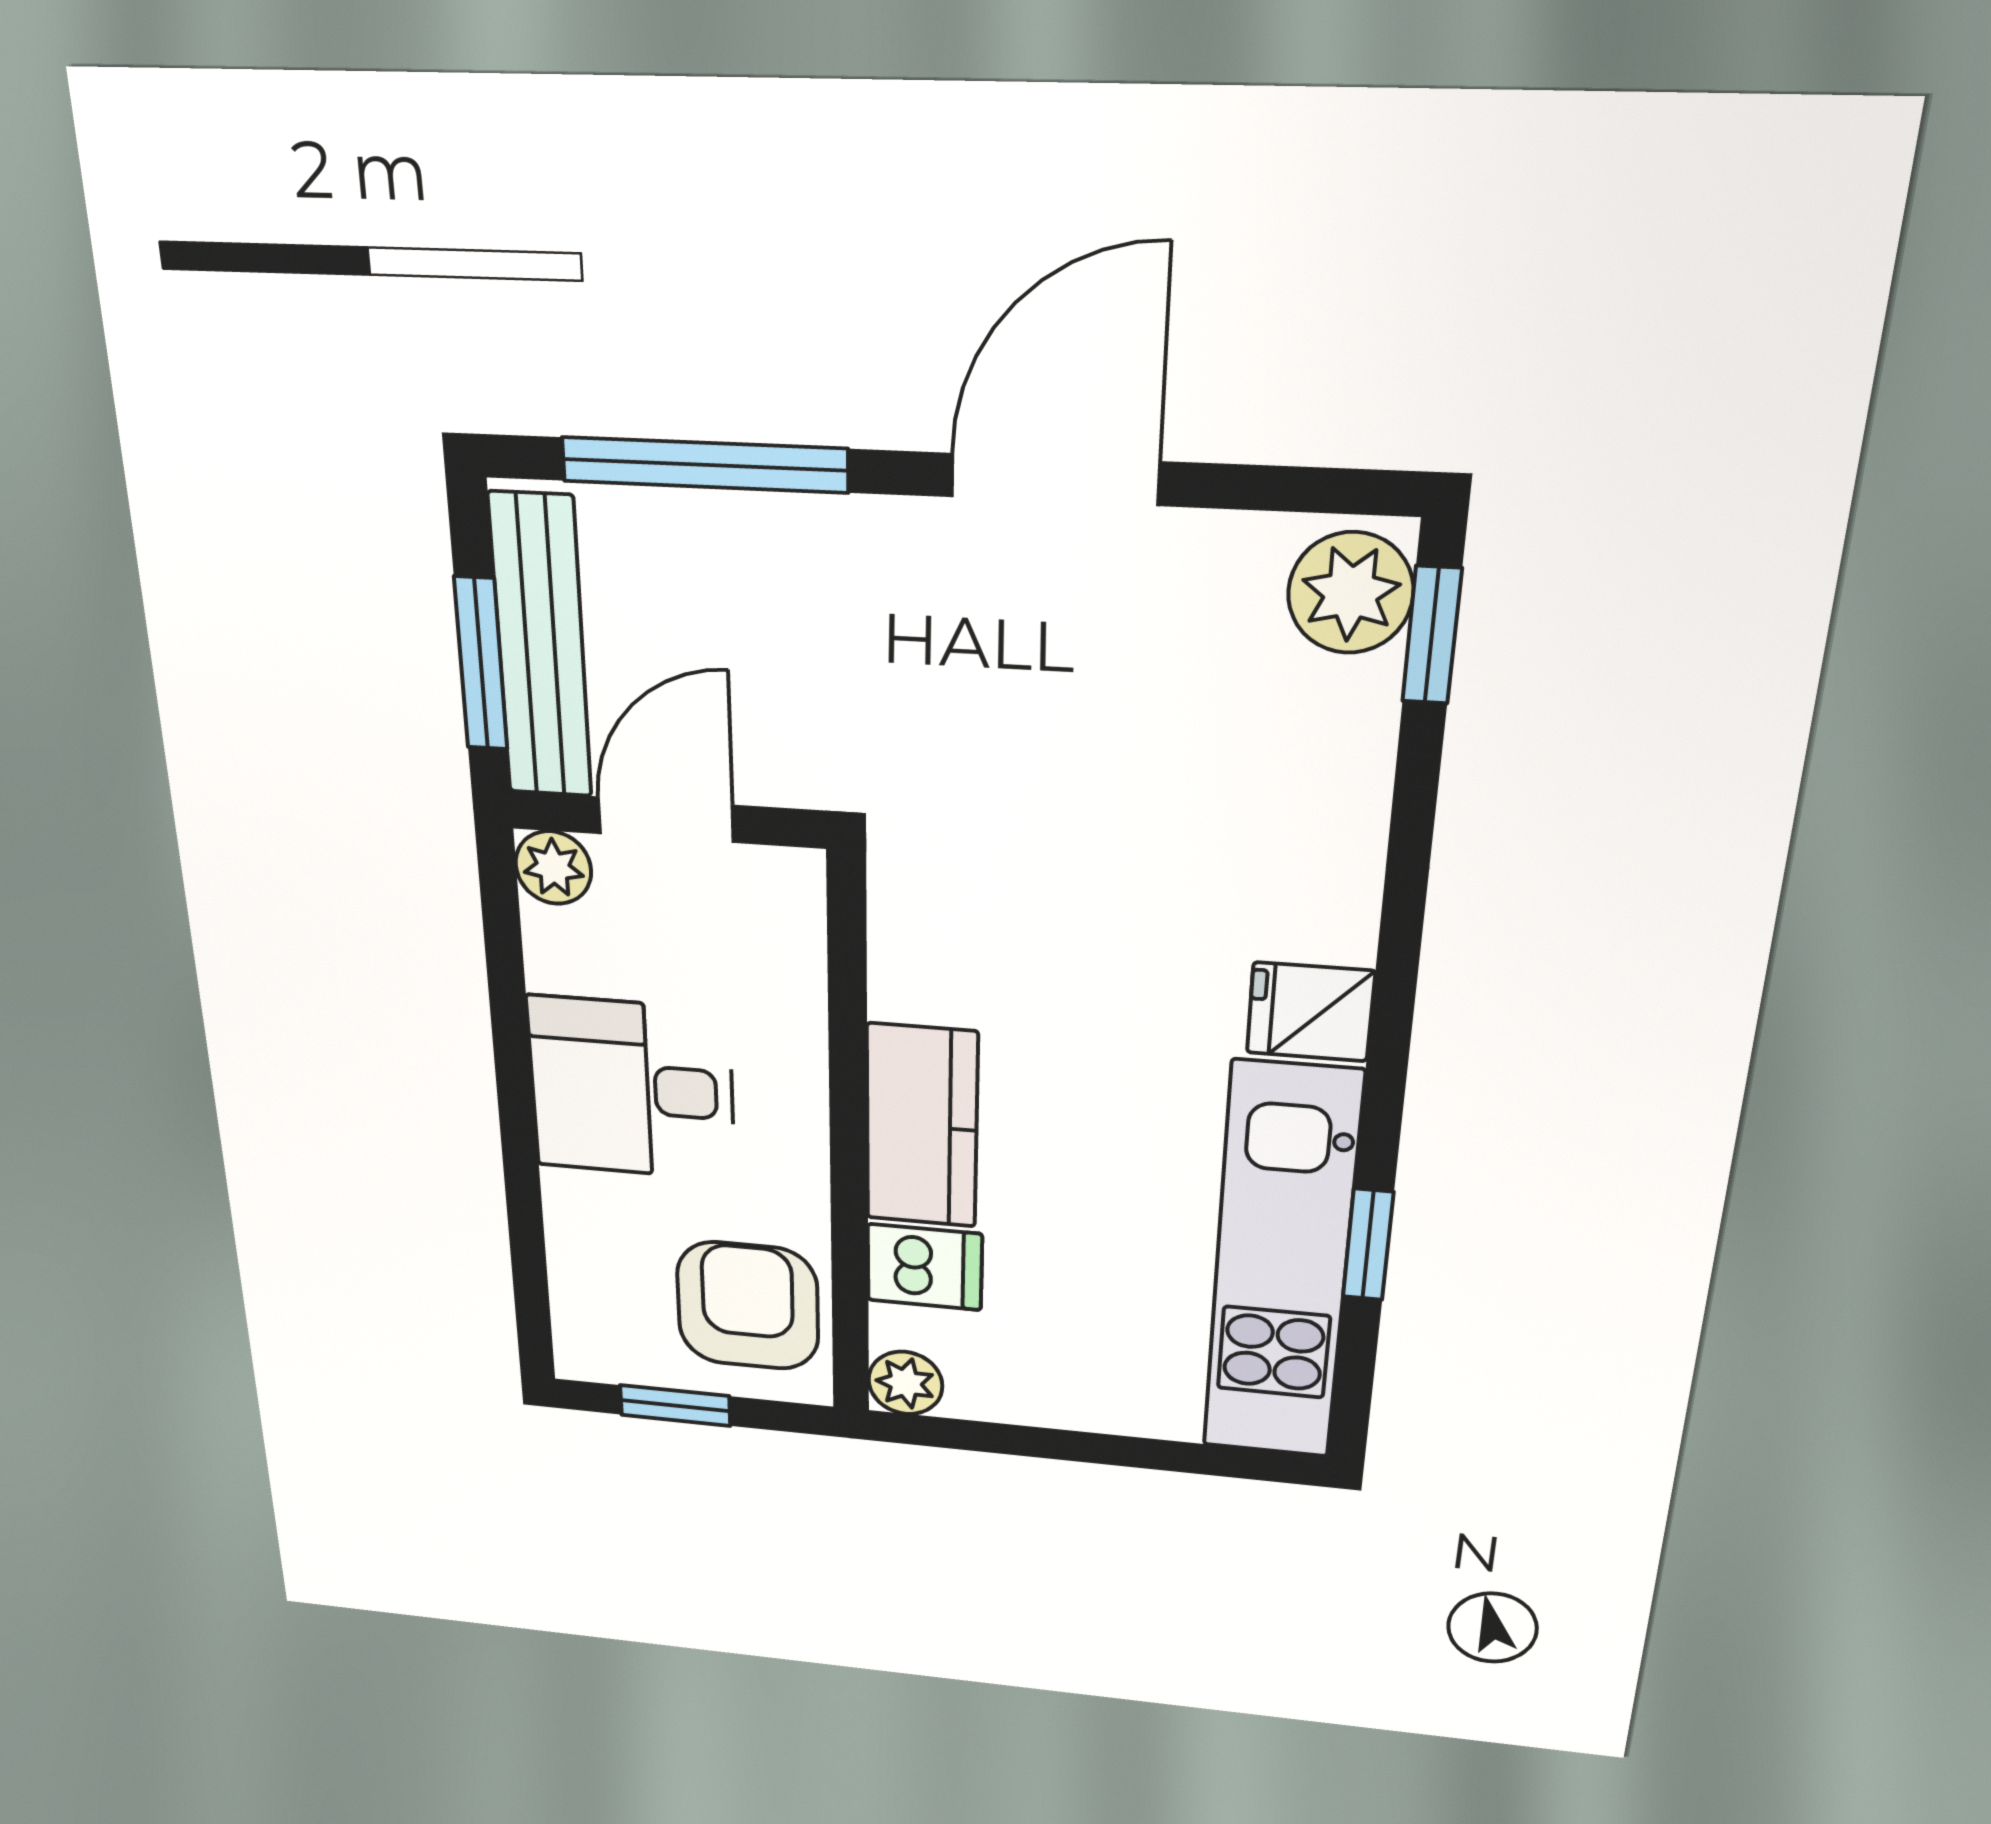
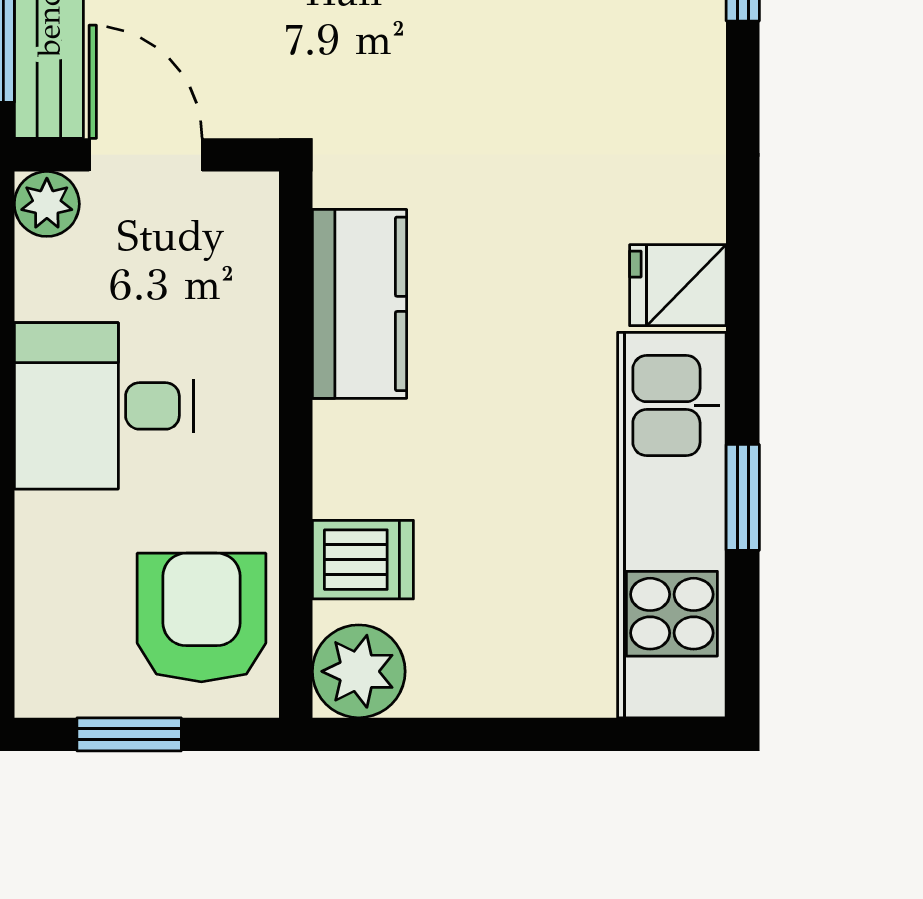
door: (666, 820) -> (146, 155), hinge flipped
kitchen counter: (922, 1126) -> (360, 304), moved
plant: (905, 1383) -> (359, 671), width x1.38, depth x1.38

